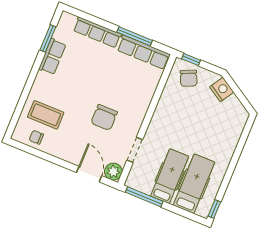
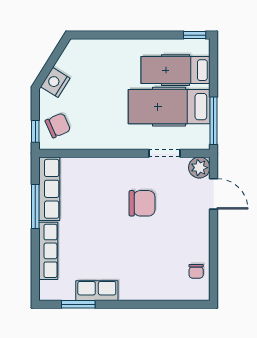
coffee table: (46, 115) -> (166, 271), removed
door: (89, 174) -> (214, 194), swing flipped
hospital bed: (170, 176) -> (169, 107), width x1.37, depth x1.29

